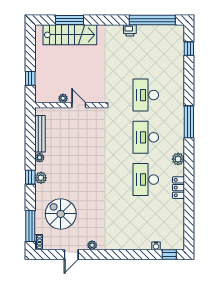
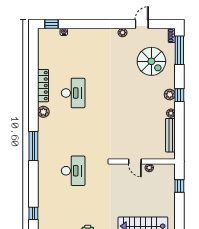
desk: (146, 137) -> (73, 132), removed
locker: (178, 188) -> (43, 86), width x1.53

